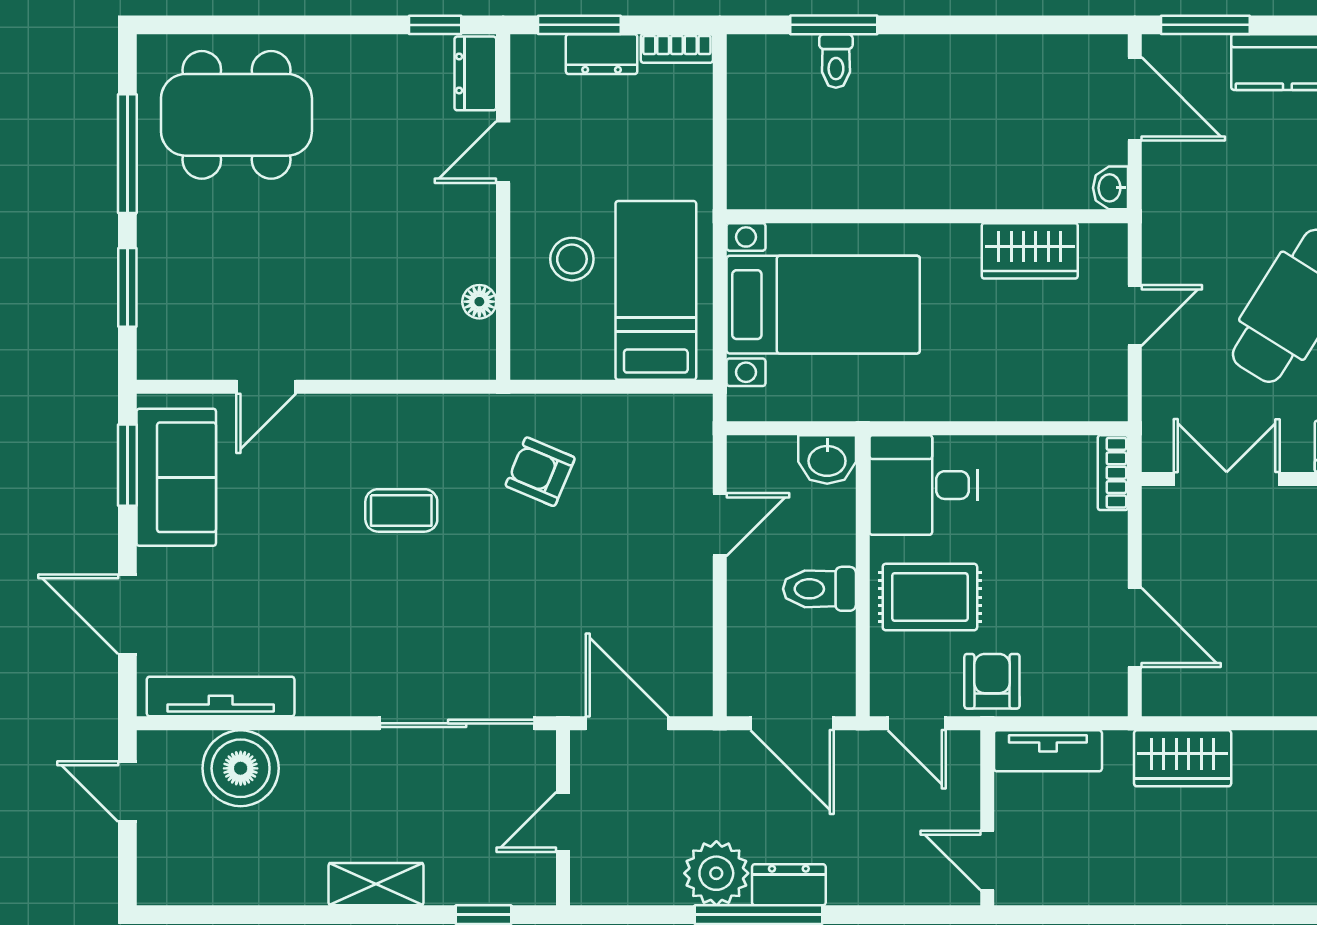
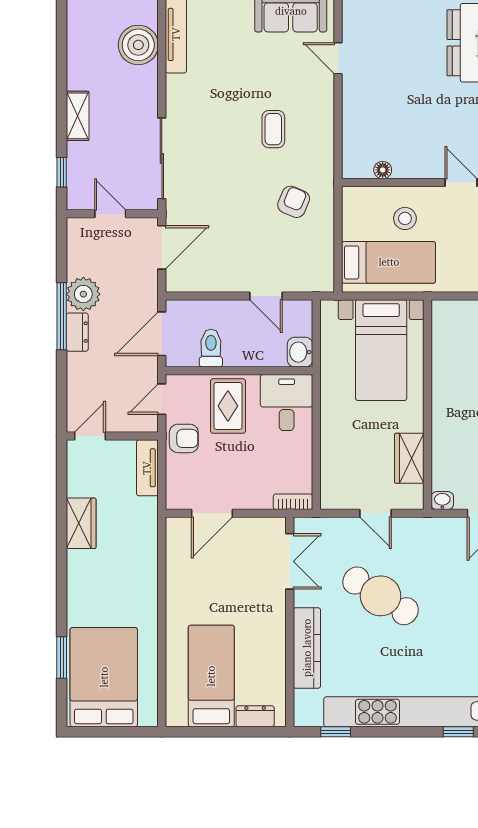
toilet: (819, 589) -> (211, 348), moved
wardrobe: (1183, 758) -> (81, 523), moved, turned 180

